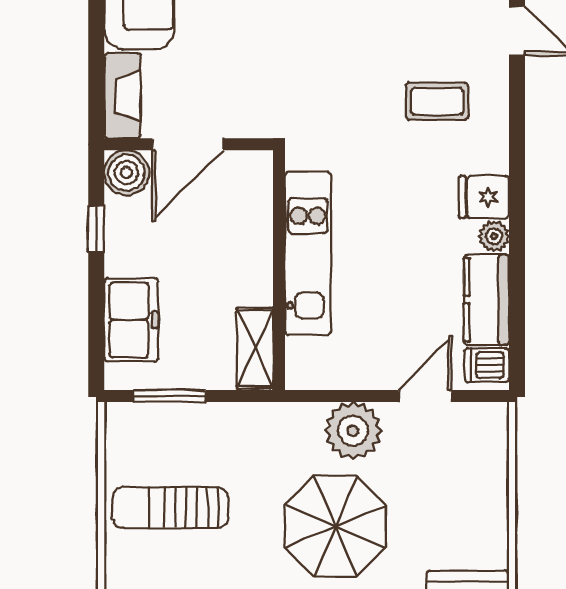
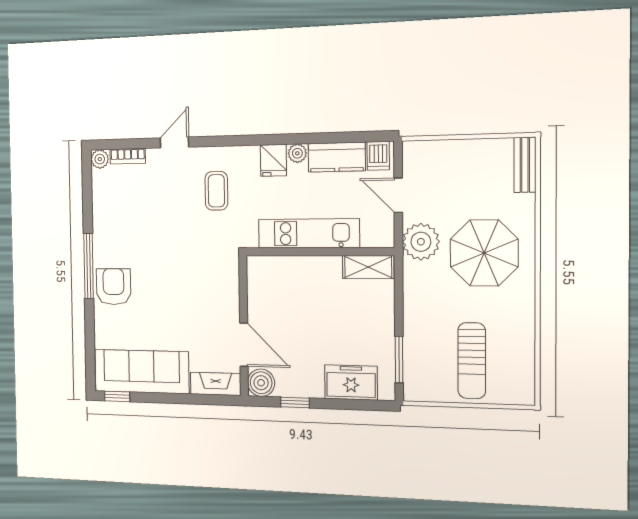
kitchen unit: (308, 253) -> (309, 233), moved
wall: (279, 270) -> (319, 252), moved
shelving: (255, 348) -> (368, 267), moved

